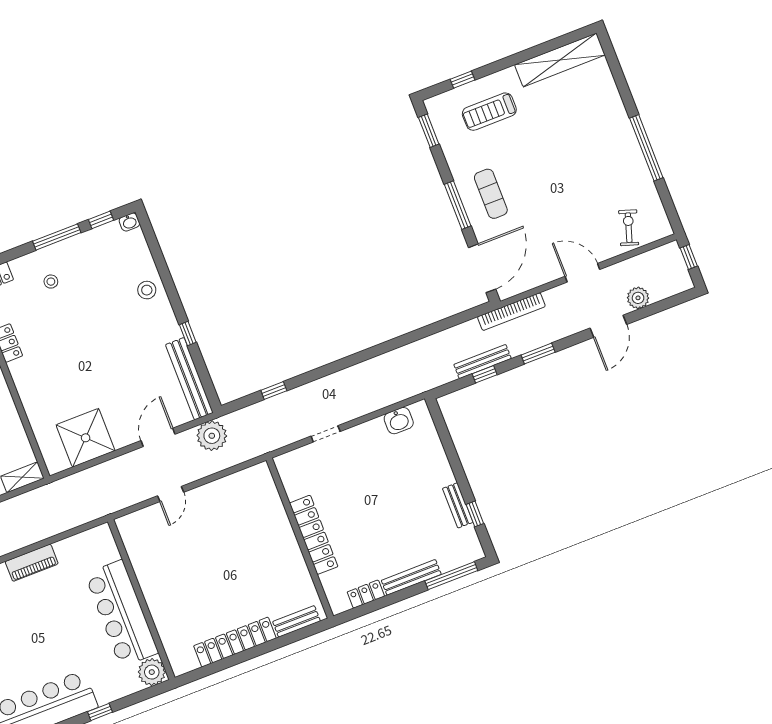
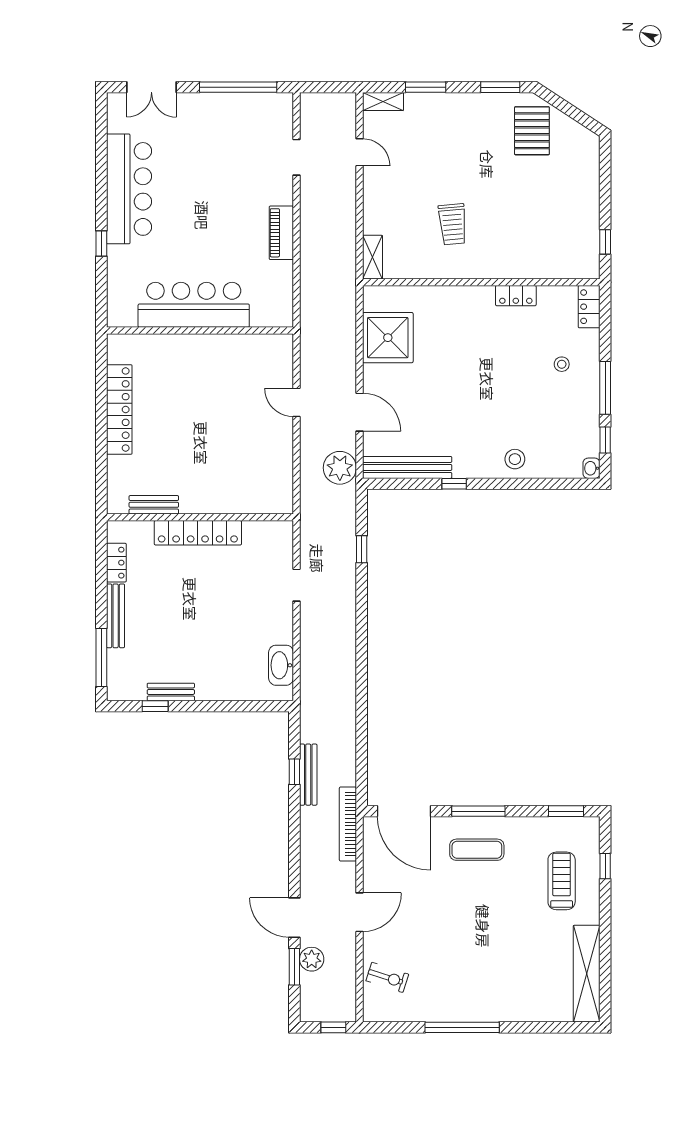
window: (538, 354) -> (294, 967), moved
washbasin: (399, 421) -> (281, 665), width x1.38
bench: (297, 621) -> (154, 505), moved, turned 90
plant: (152, 672) -> (122, 312), removed

